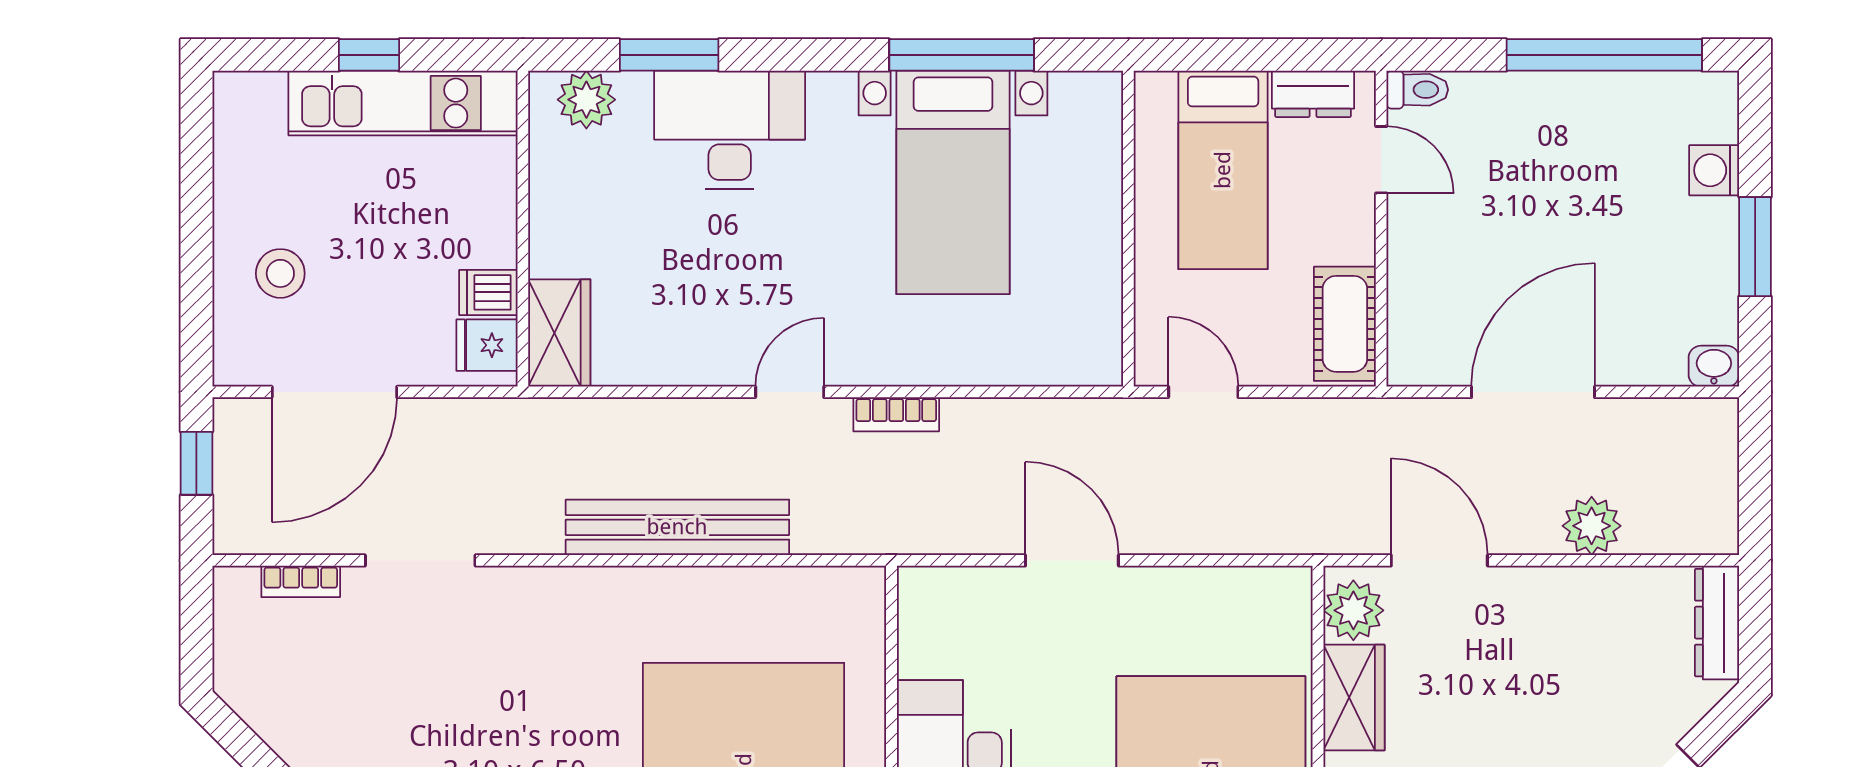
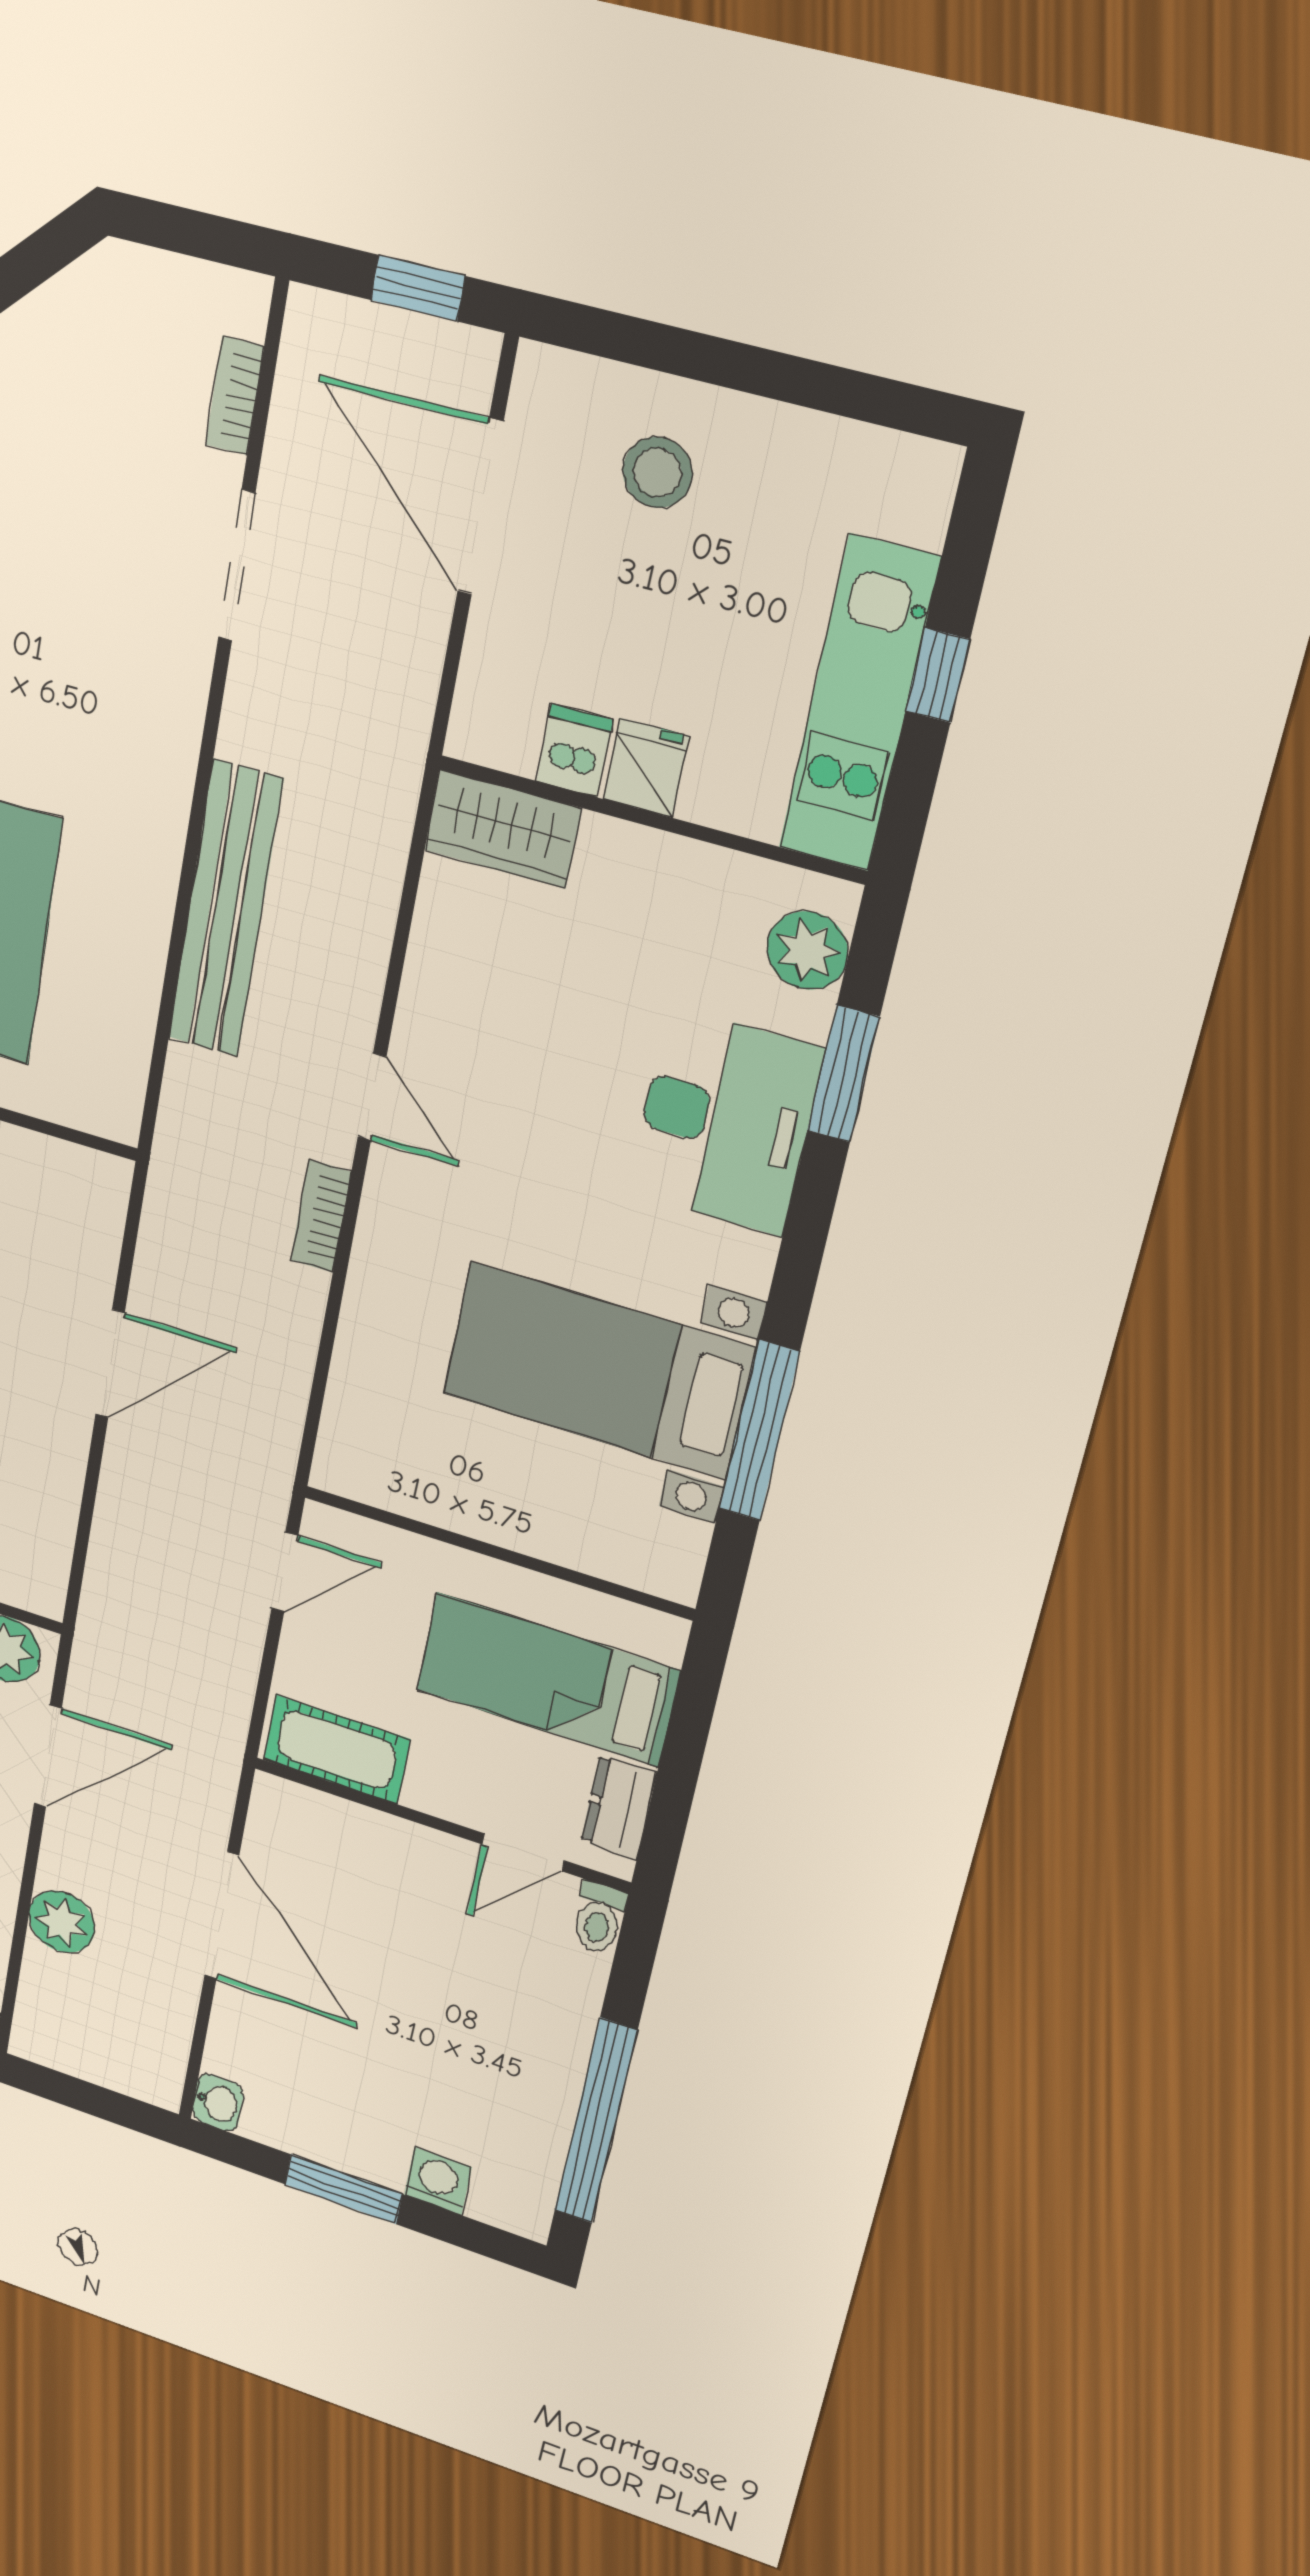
fridge: (487, 345) -> (646, 768), moved

